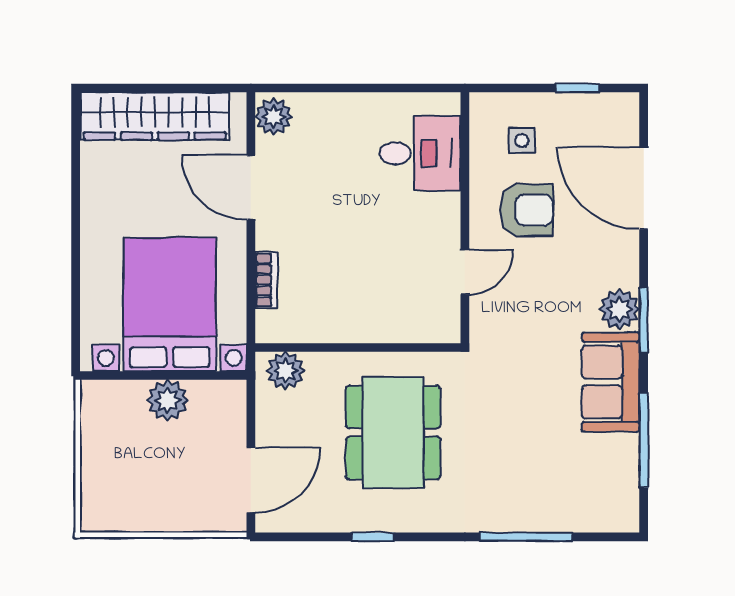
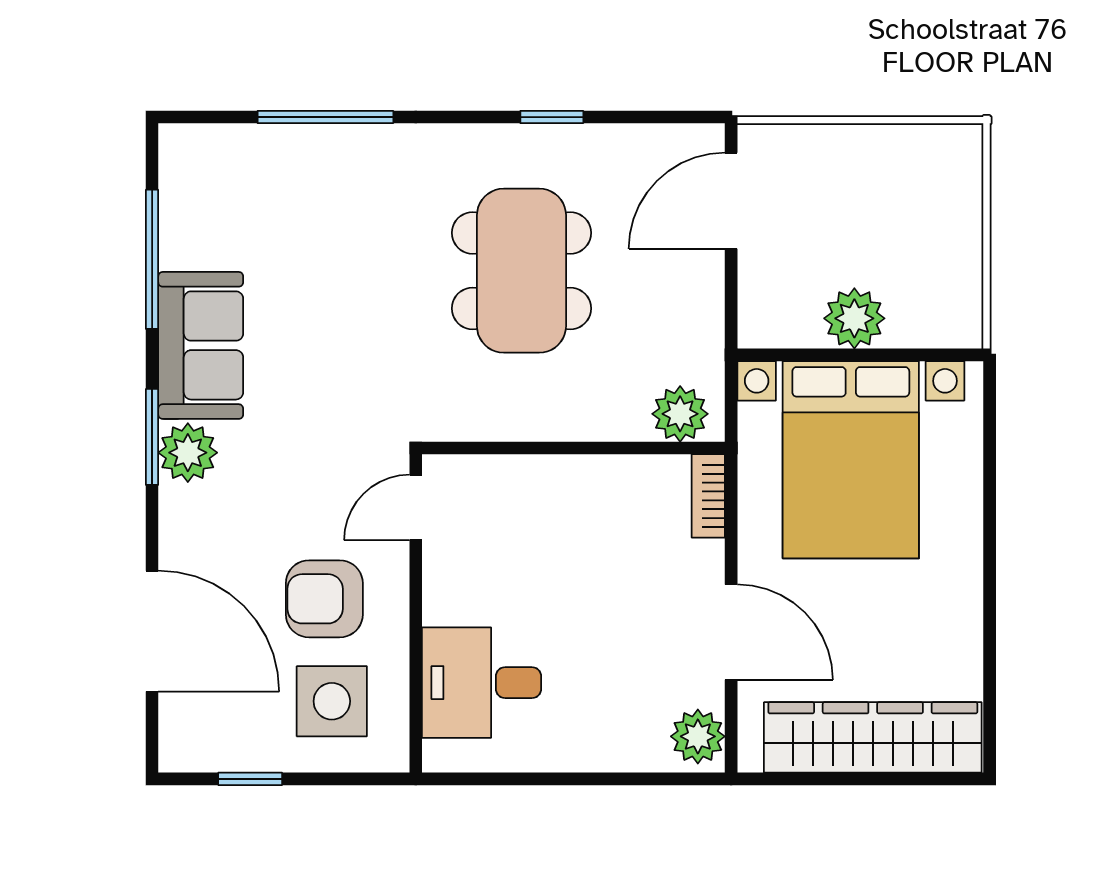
side table: (522, 141) -> (332, 701), width x1.87, depth x1.87
wall: (358, 347) -> (573, 448), moved
plant: (286, 371) -> (680, 414), moved

